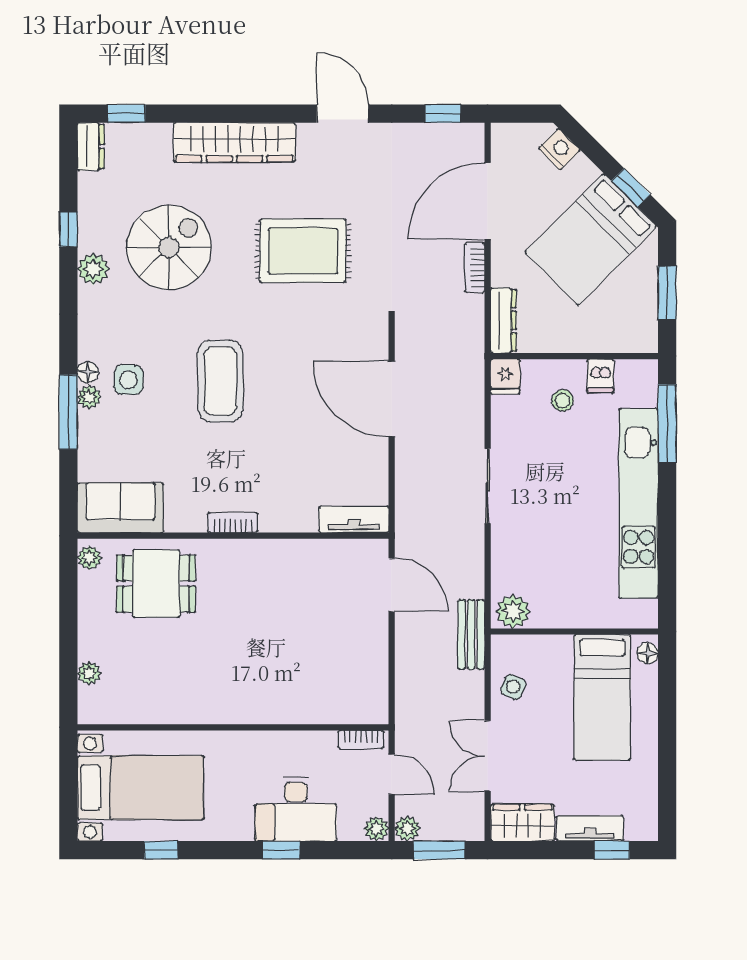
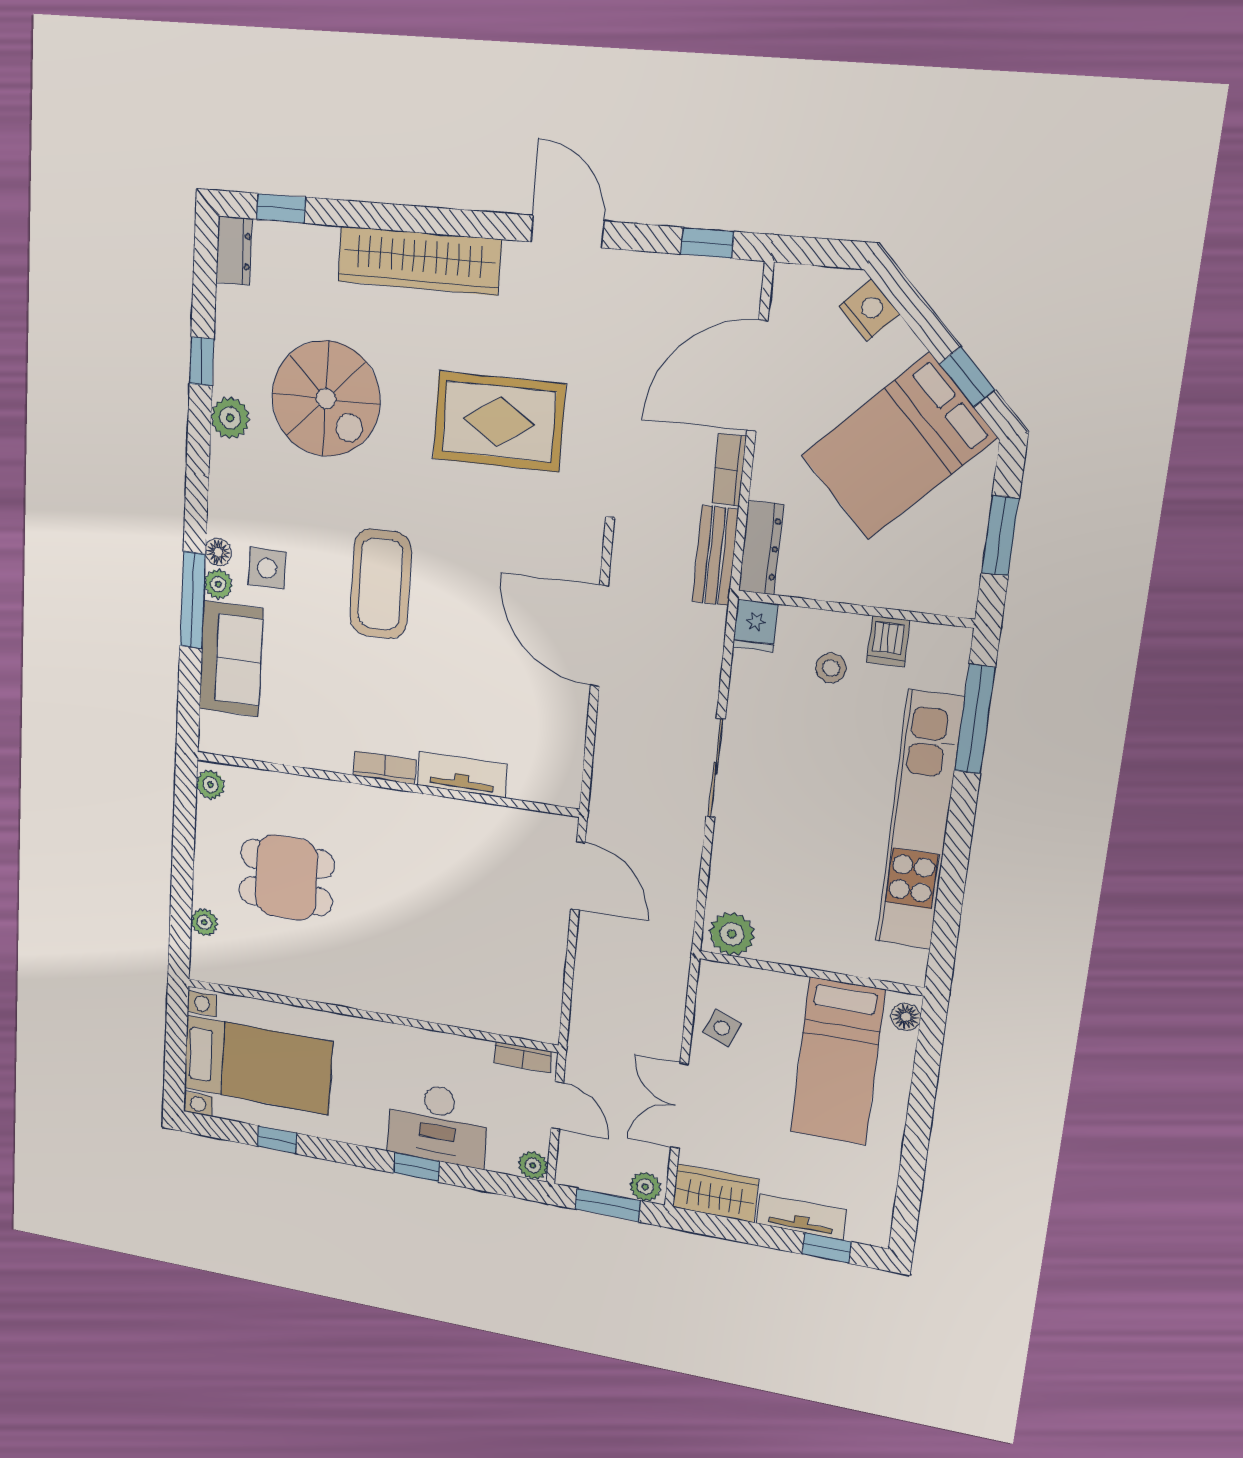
spiral stairs: (169, 247) -> (326, 399), turned 90
sofa: (120, 508) -> (231, 659), moved, turned 90
tv unit: (354, 519) -> (462, 775), moved
dining table: (156, 584) -> (286, 878), moved
bench: (471, 634) -> (715, 556), moved
plant: (407, 829) -> (645, 1187), moved

